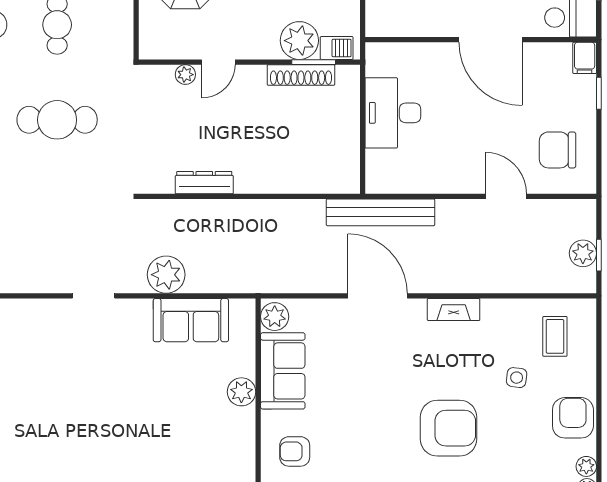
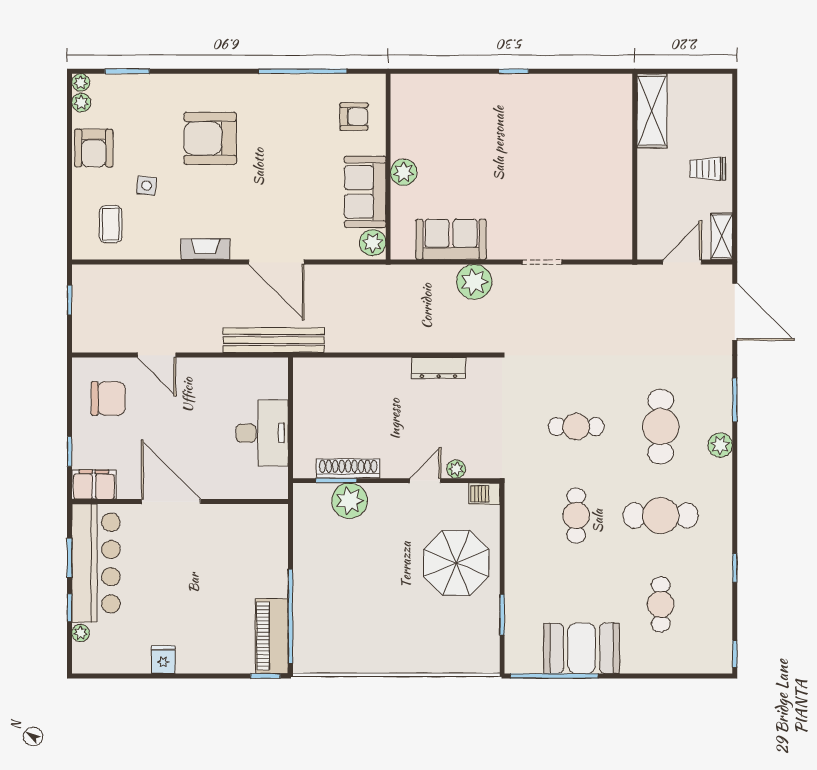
barbecue: (337, 48) -> (484, 494), moved
filing cabinet: (585, 58) -> (94, 485), width x2.00
cafe table: (57, 120) -> (576, 427), width x0.73, depth x0.74
plant: (583, 253) -> (84, 302), removed

